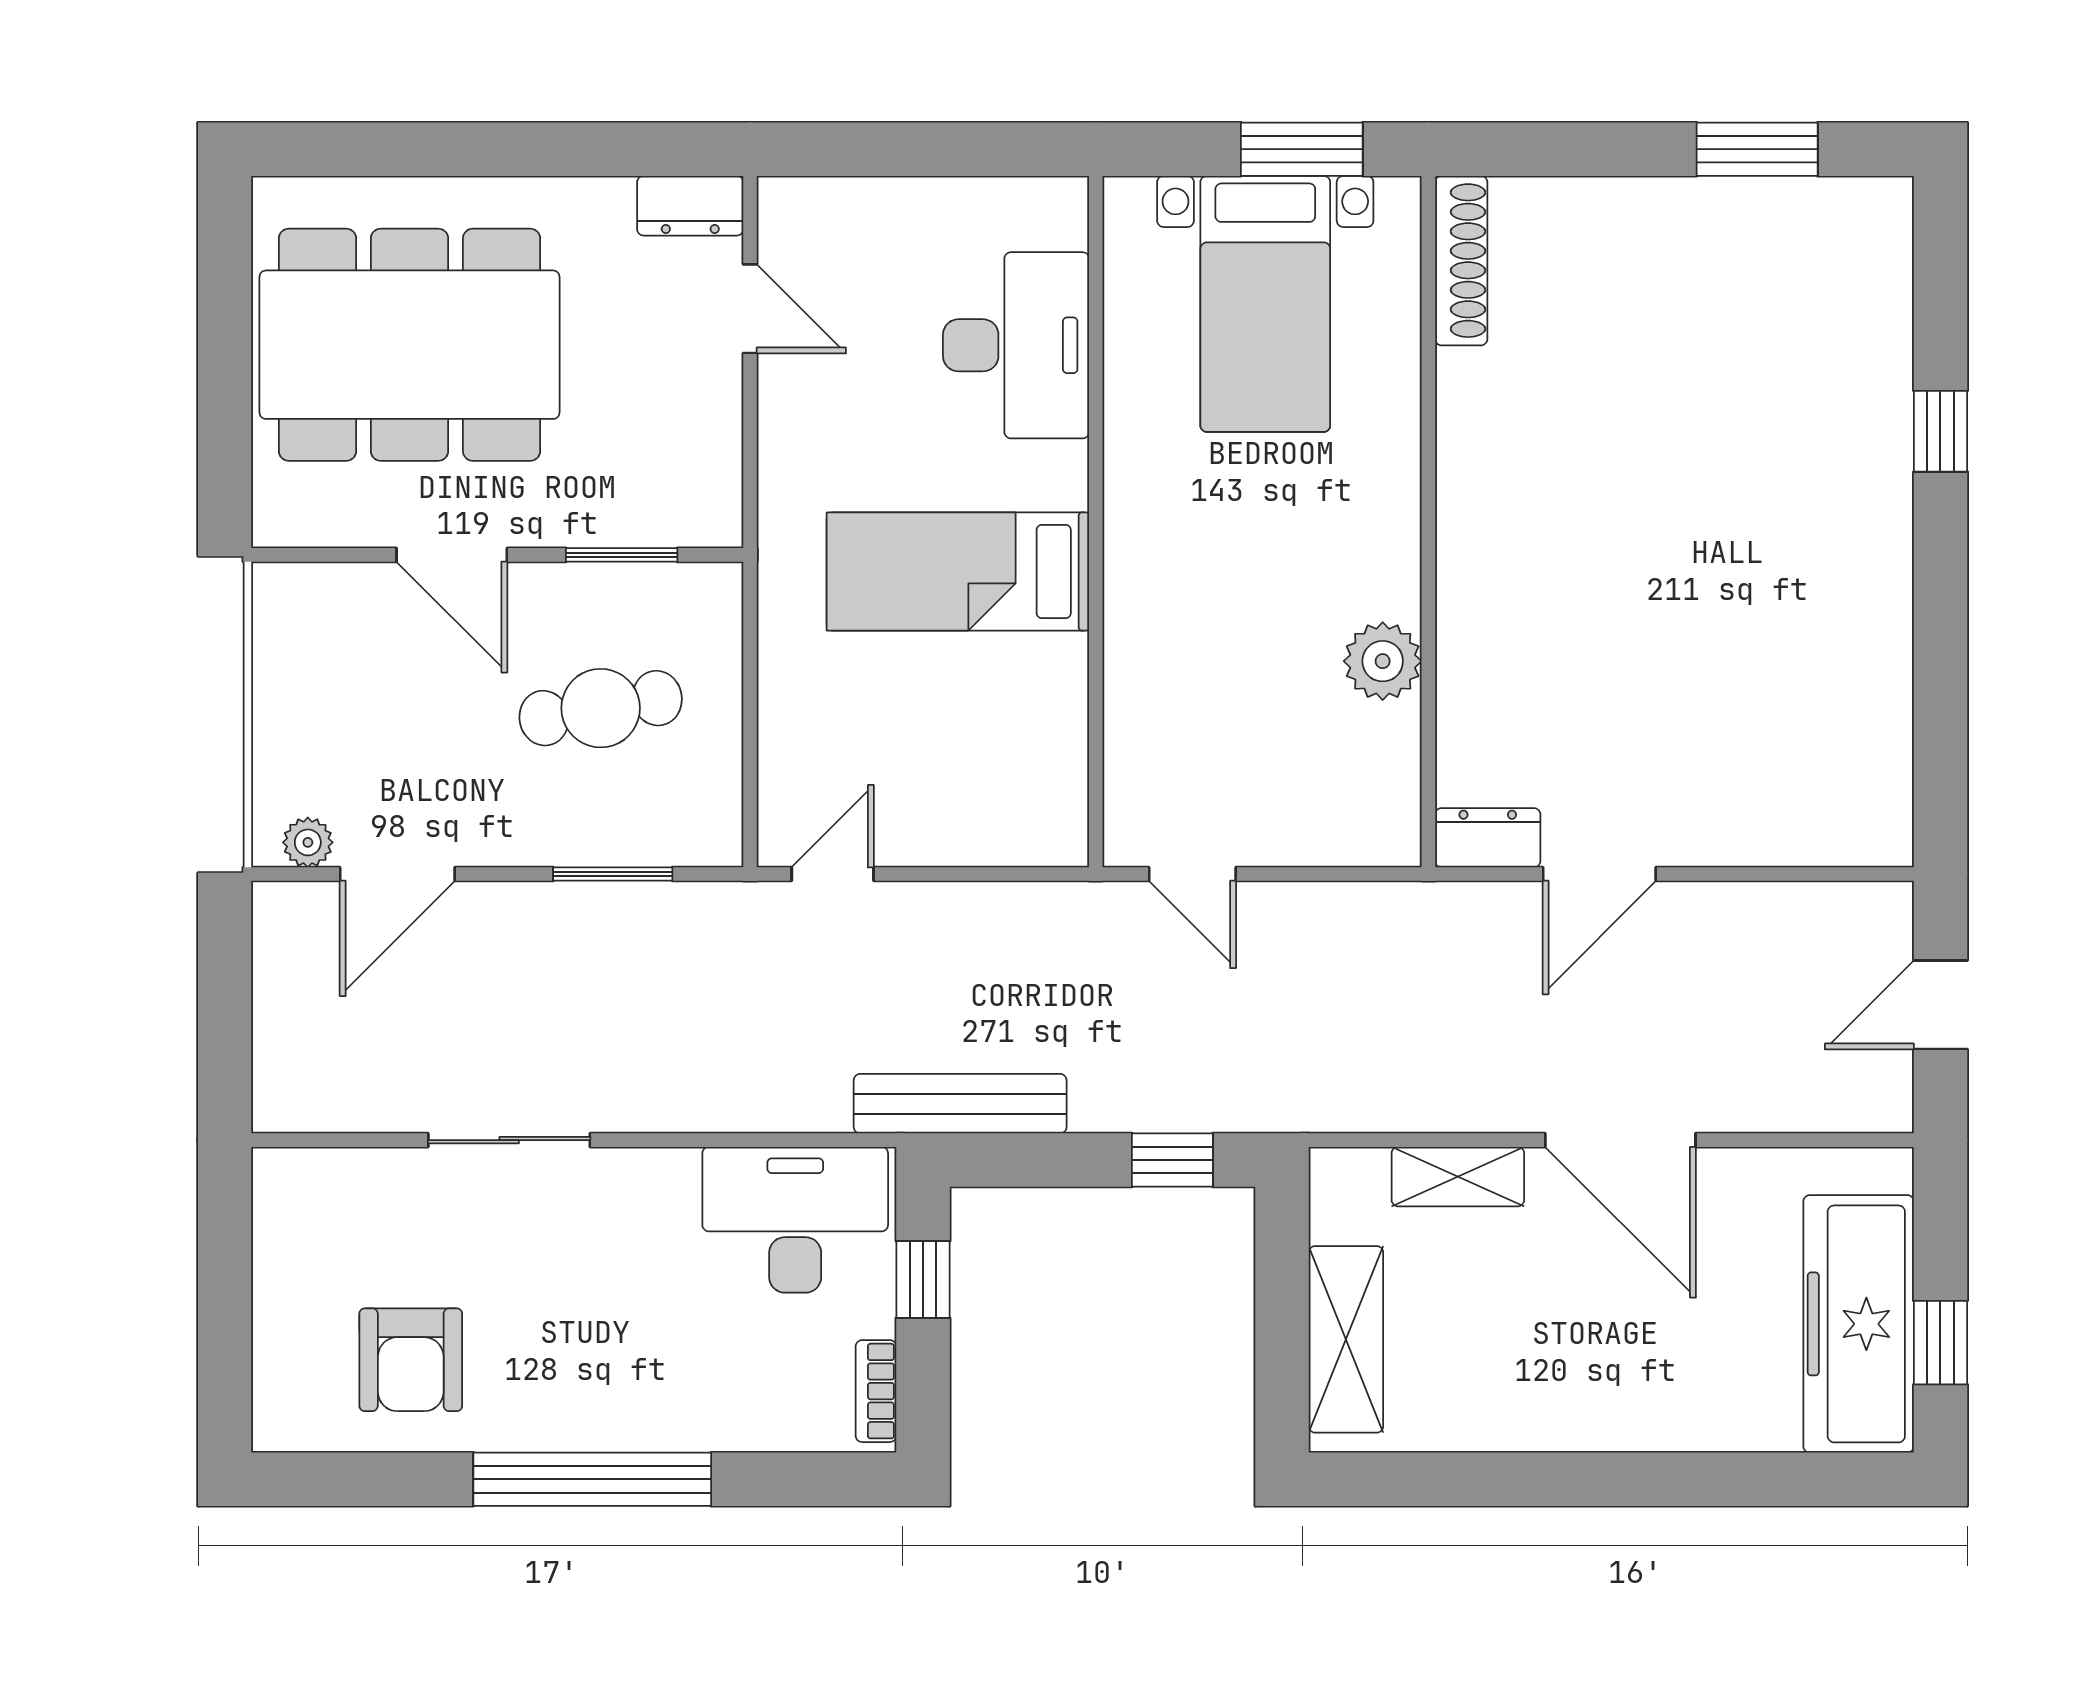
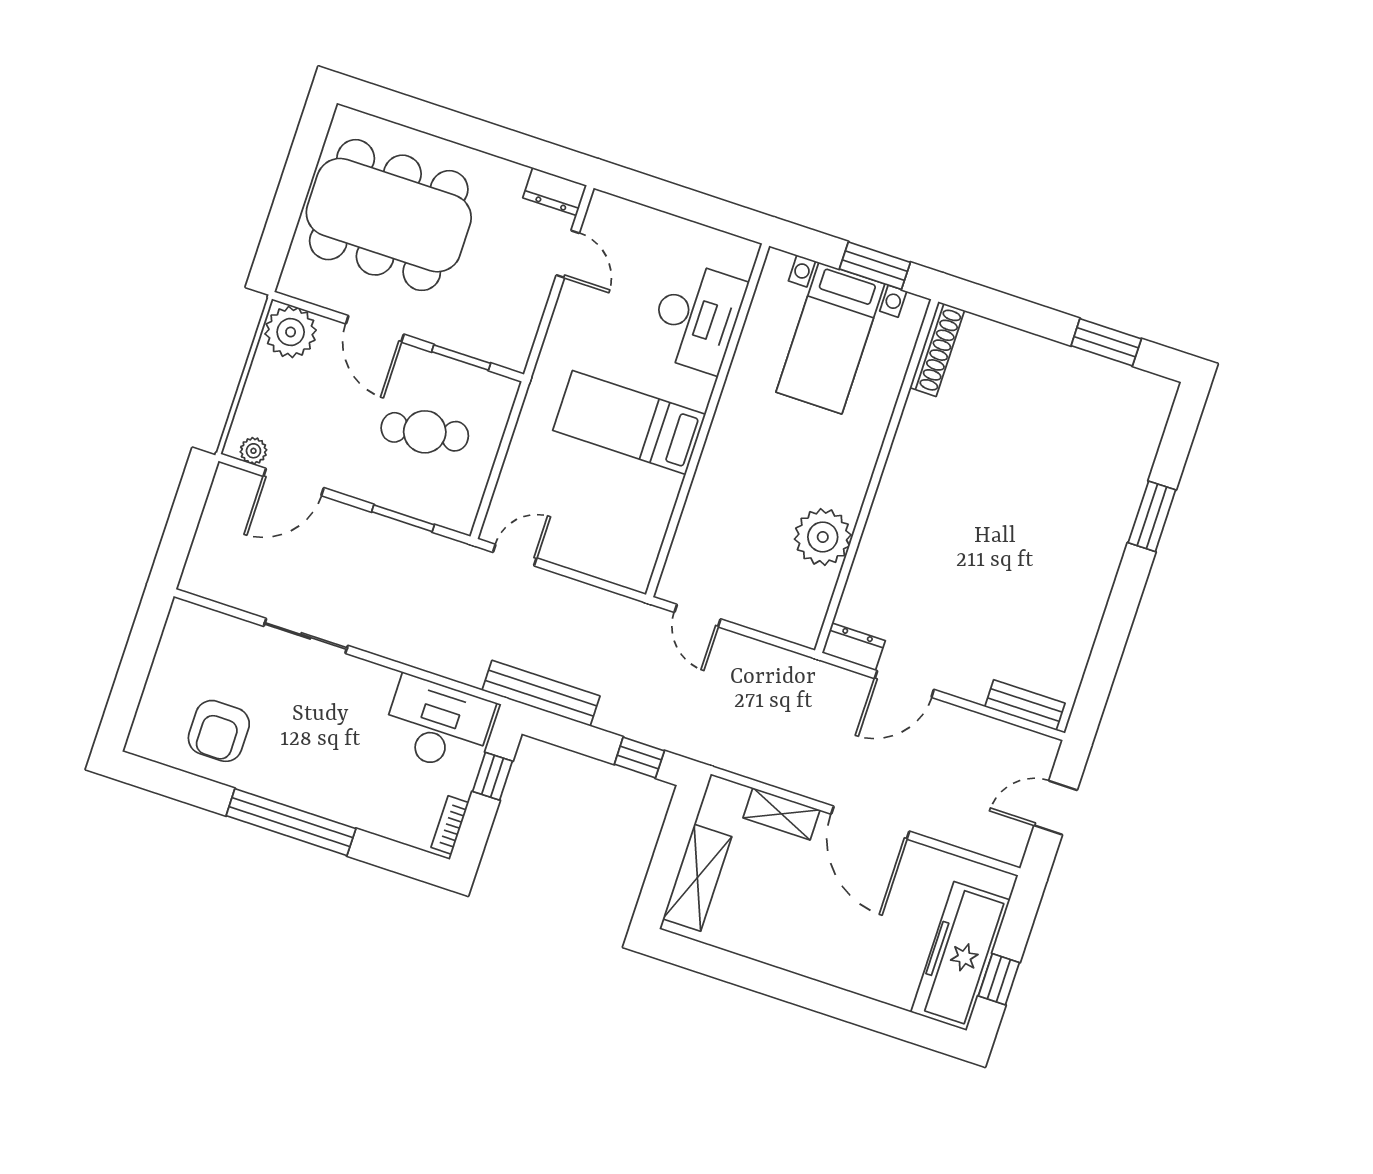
window: (1940, 431) -> (1152, 516), width x1.50
plant: (304, 610) -> (291, 332), added
plant: (1383, 661) -> (823, 537), width x1.36, depth x1.36
bench: (1826, 841) -> (1025, 705), added

